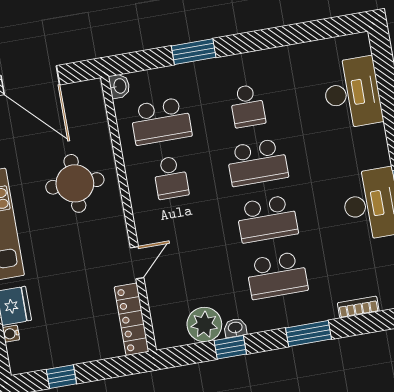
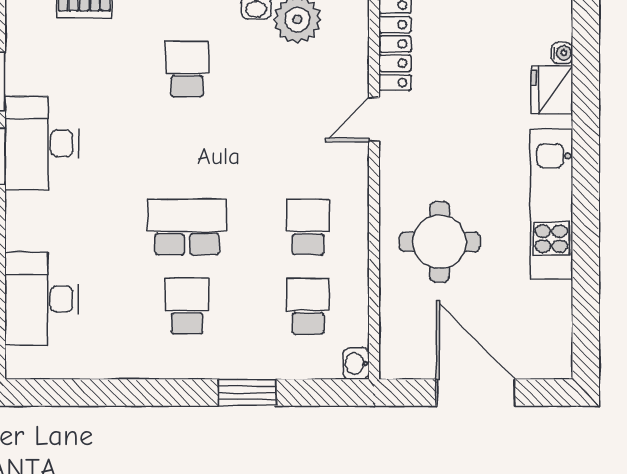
school desk: (161, 121) -> (308, 306), width x0.54
school desk: (267, 219) -> (187, 148), removed
school desk: (277, 275) -> (187, 69), width x0.54

